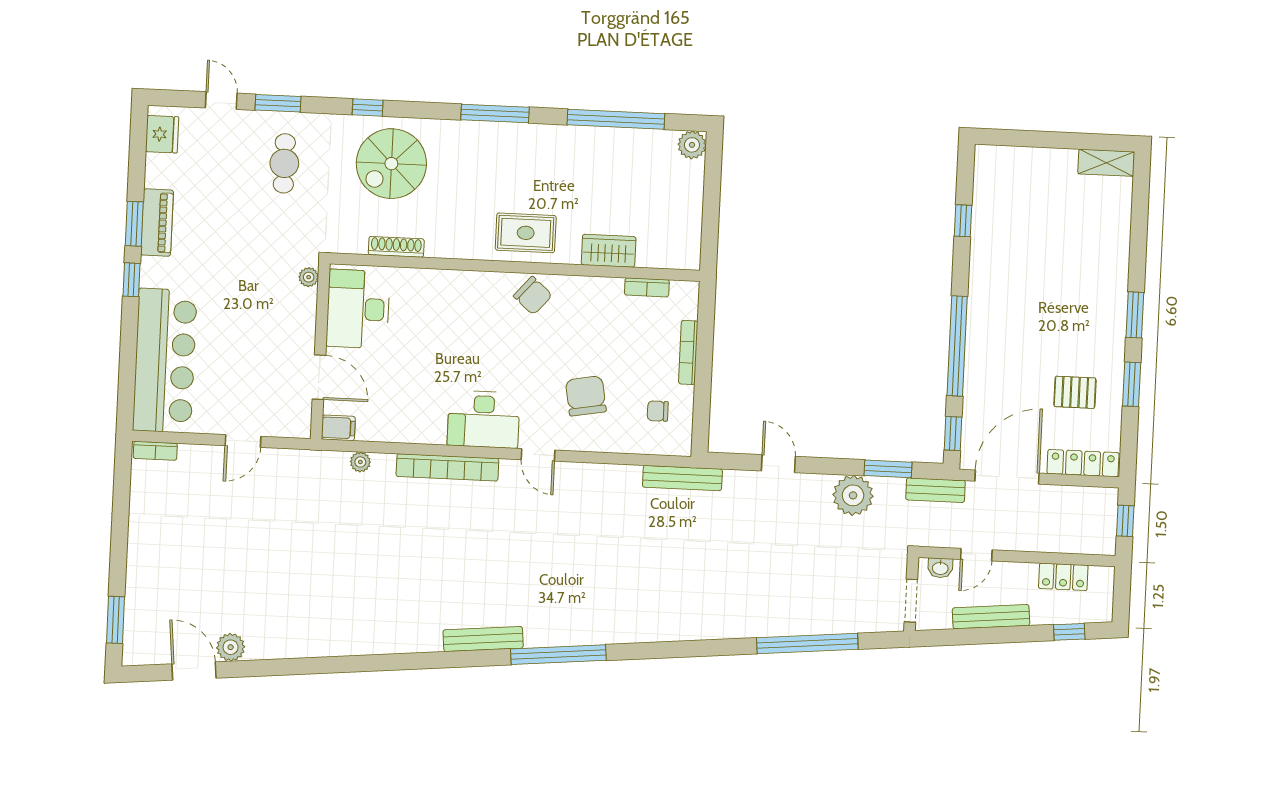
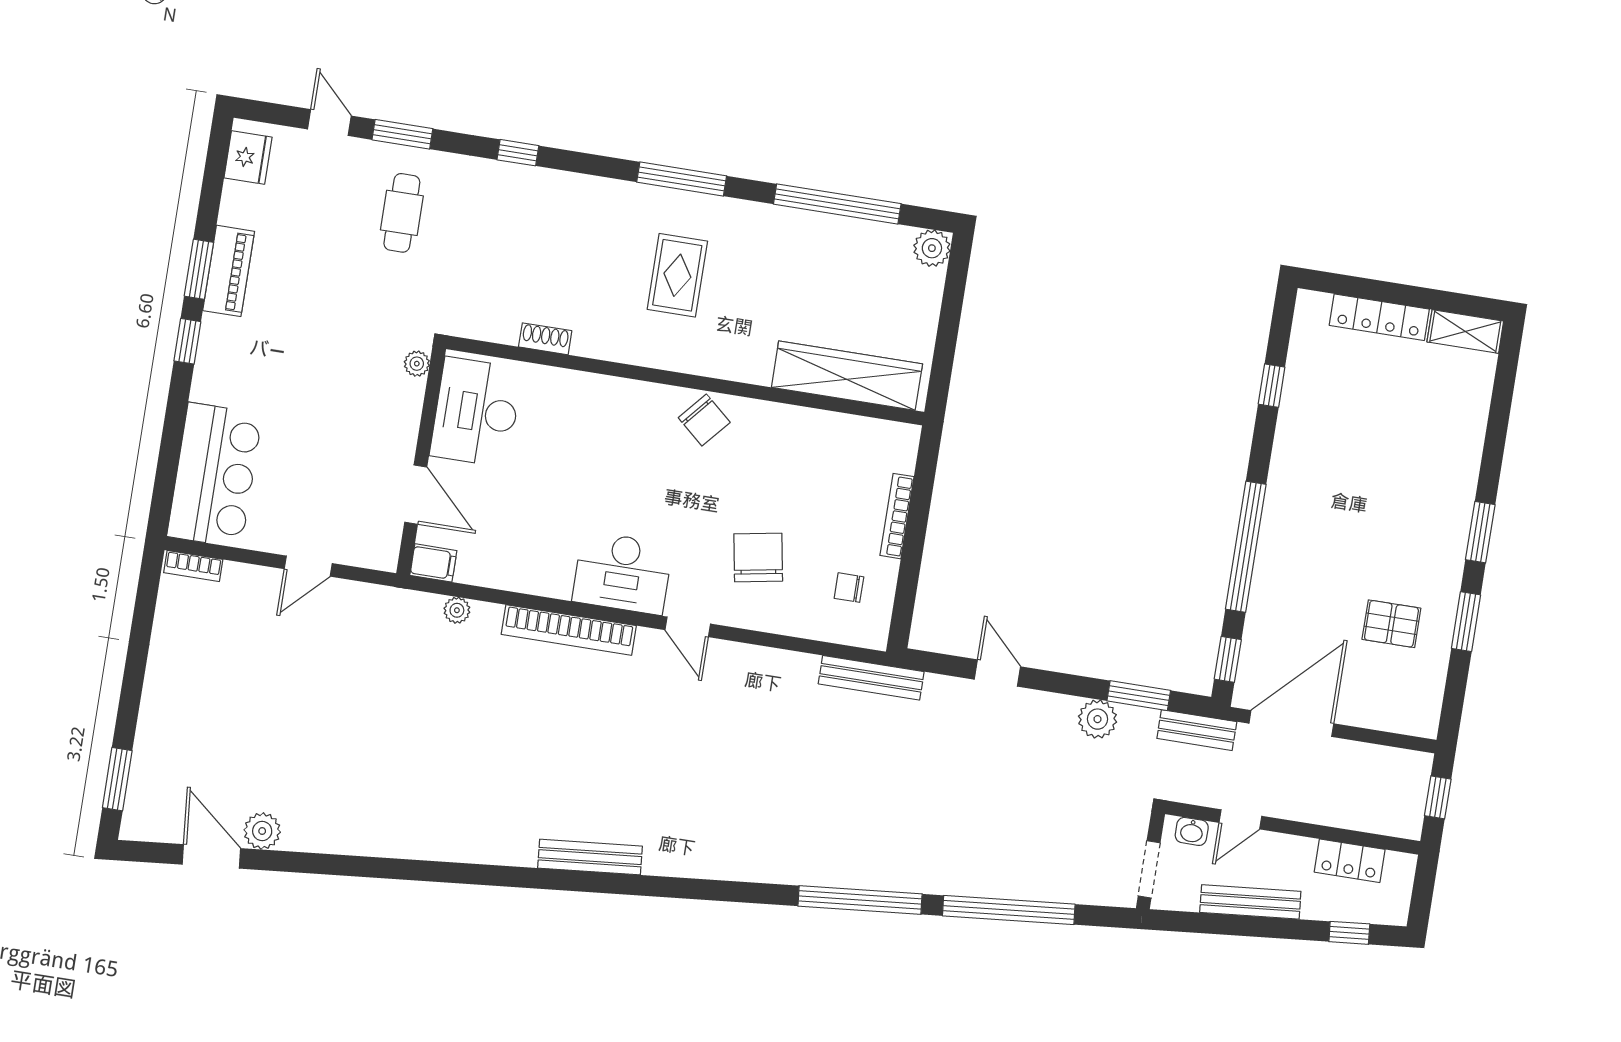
spiral stairs: (391, 164) -> (540, 229), removed
rug: (526, 233) -> (677, 275), moved, turned 90
shoe rack: (396, 247) -> (545, 339), width x0.70
wardrobe: (609, 251) -> (847, 376), width x2.10, depth x1.17
bookcase: (647, 287) -> (853, 426), removed
bar counter: (165, 361) -> (215, 475), width x0.73
locker: (1083, 463) -> (1379, 317), moved, turned 180
plant: (853, 495) -> (1098, 719), width x0.73, depth x0.73
window: (558, 655) -> (860, 900), moved

